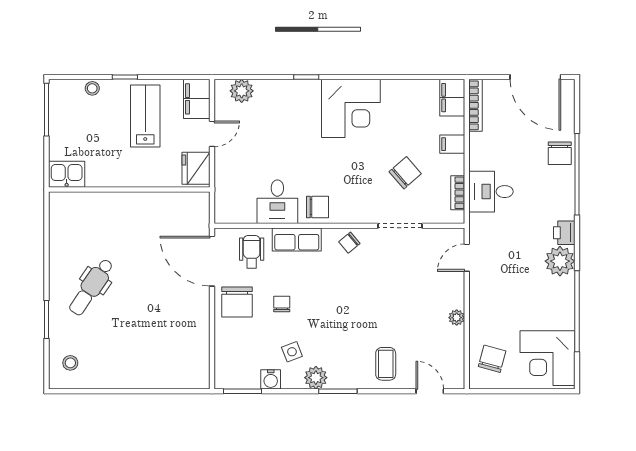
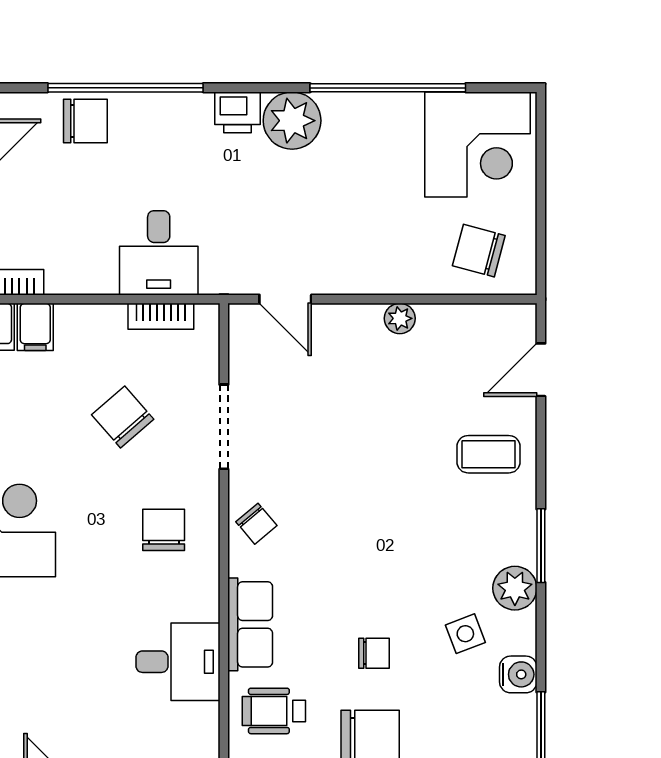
filing cabinet: (452, 144) -> (35, 327), moved
chair: (317, 207) -> (164, 530), moved
chair: (282, 304) -> (374, 653), turned 180

